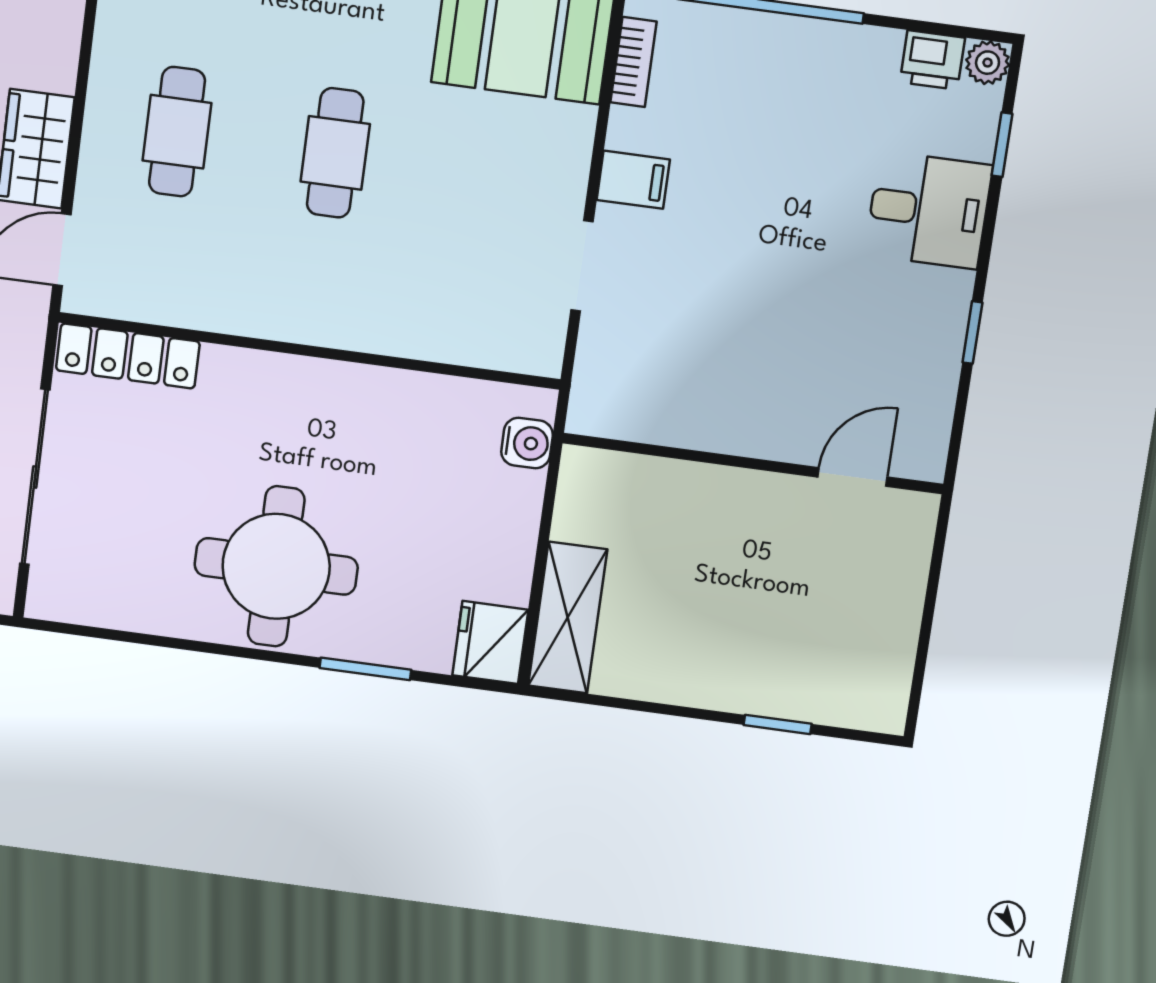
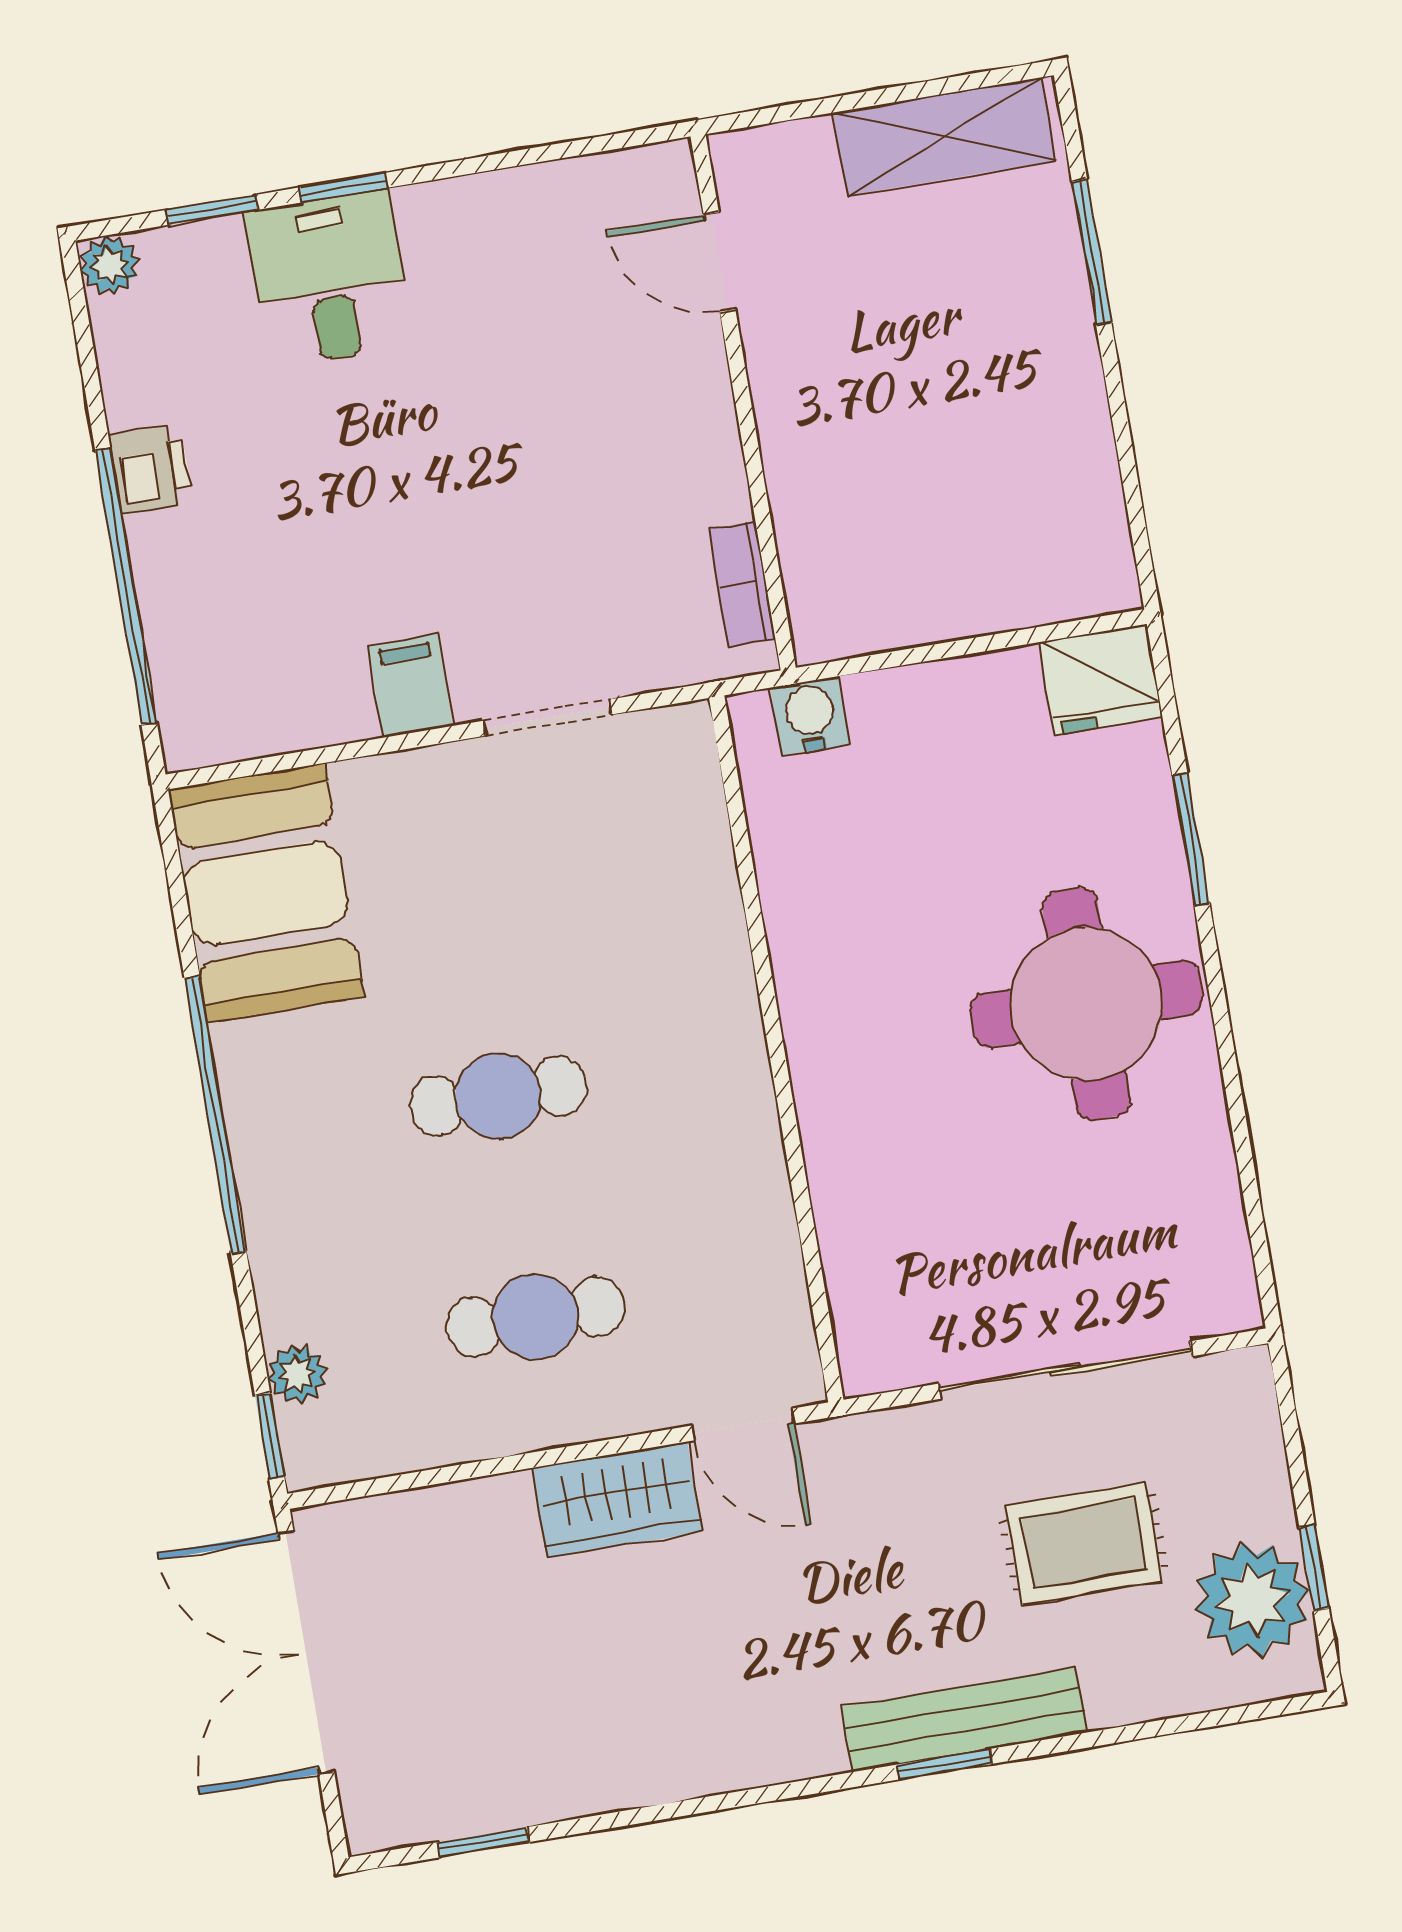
printer: (932, 60) -> (151, 469), moved
bookcase: (634, 62) -> (742, 584), moved, turned -90
window: (972, 333) -> (344, 188), moved
locker: (128, 356) -> (860, 1293), removed
shelving: (568, 618) -> (944, 136), moved
window: (778, 724) -> (1092, 252), width x1.50

